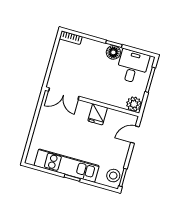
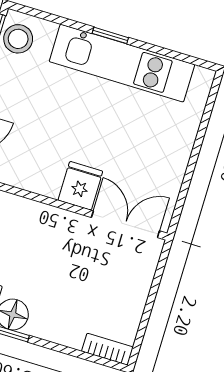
fridge: (98, 114) -> (80, 186), moved

